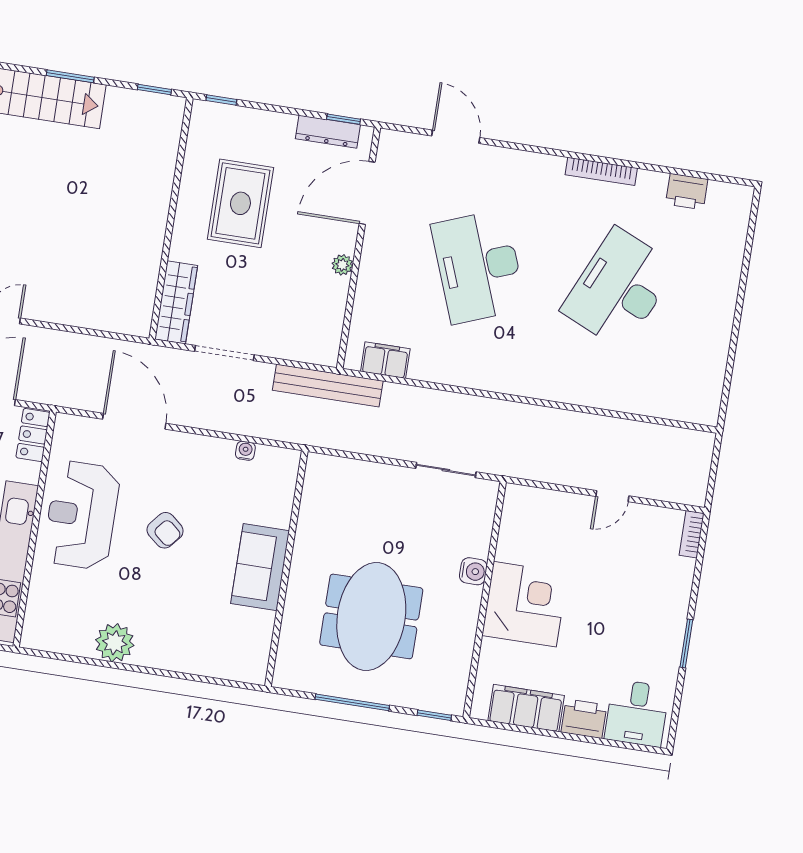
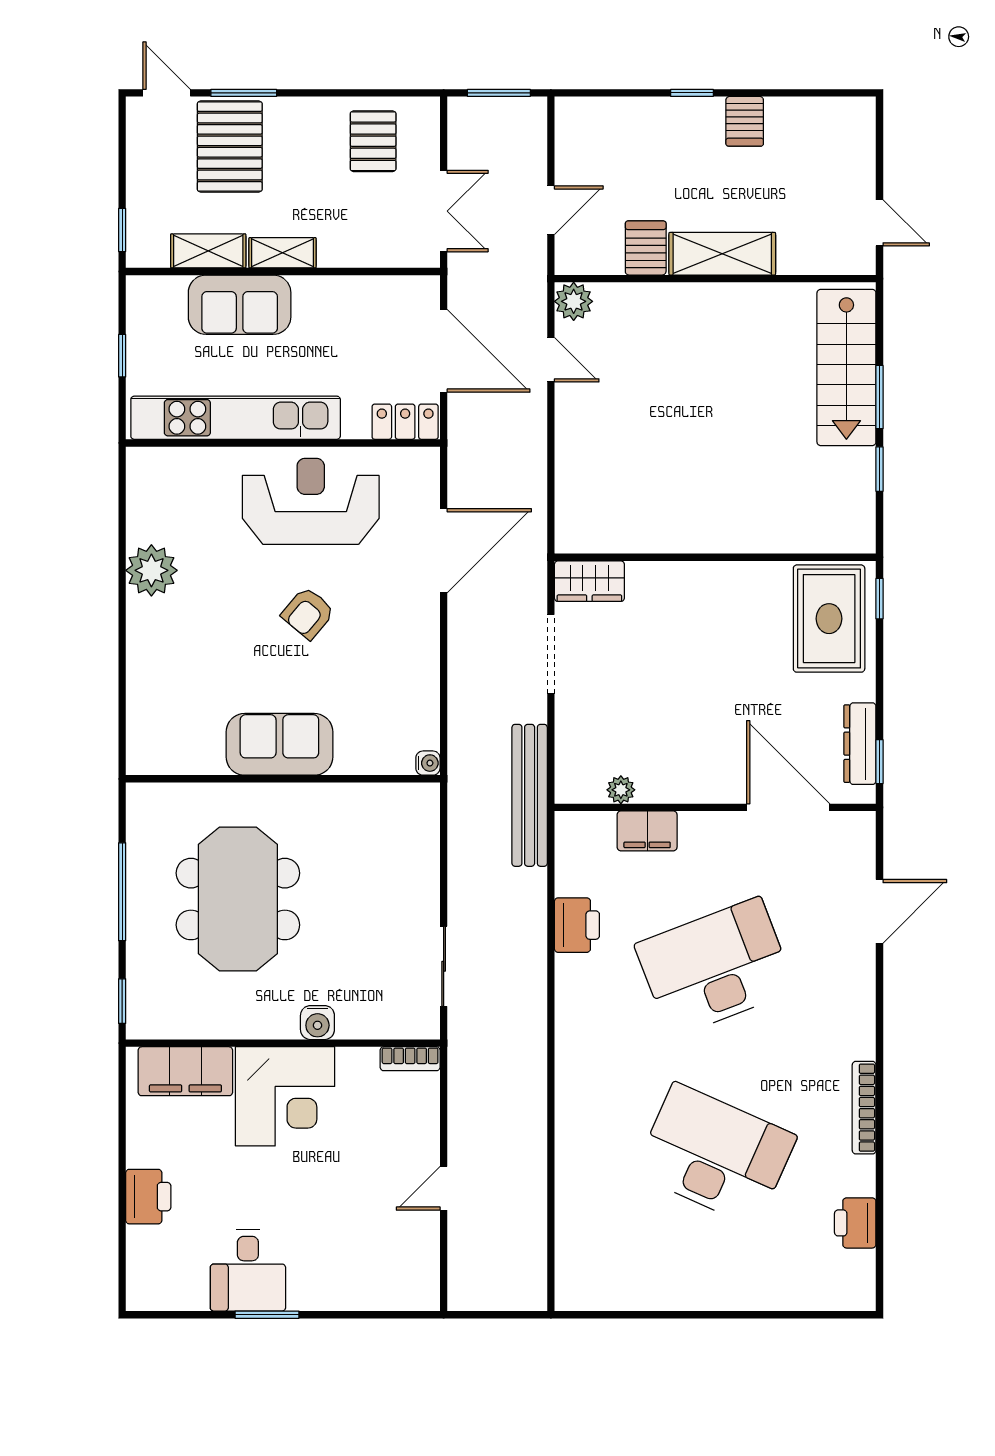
window: (154, 90) -> (880, 469), moved
rug: (240, 203) -> (829, 619), moved, turned 90
plant: (342, 265) -> (621, 790), moved
wardrobe: (176, 302) -> (589, 581), width x0.67
filing cabinet: (385, 360) -> (647, 831), moved, turned 90
printer: (431, 365) -> (577, 925), added
water cooler: (245, 451) -> (428, 763), moved
door: (612, 496) -> (444, 1188), hinge flipped
bookcase: (692, 534) -> (410, 1059), moved, turned 180
meeting table: (371, 616) -> (238, 899), turned 90
filing cabinet: (526, 708) -> (185, 1071), moved, turned 90
desk: (637, 713) -> (248, 1271), moved, turned -90

